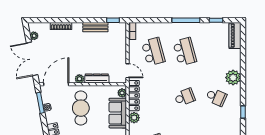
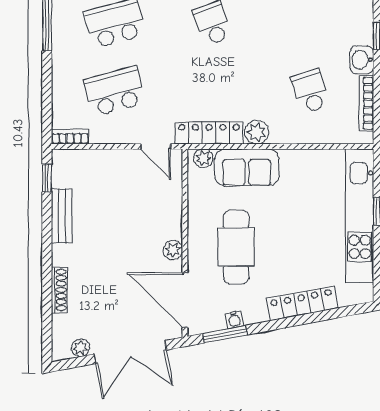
door: (128, 71) -> (156, 146), swing flipped
dresser: (97, 79) -> (173, 213), removed
cafe table: (81, 108) -> (236, 247), turned 90

